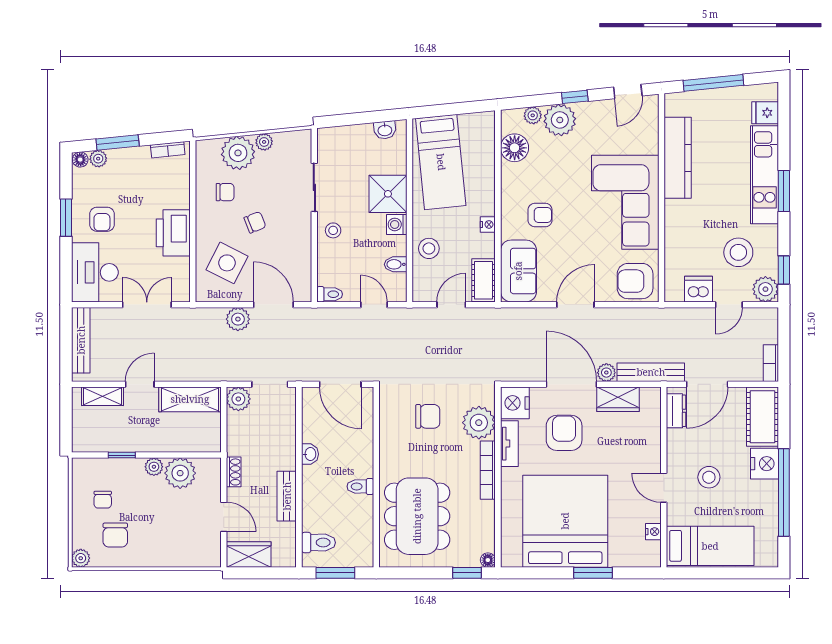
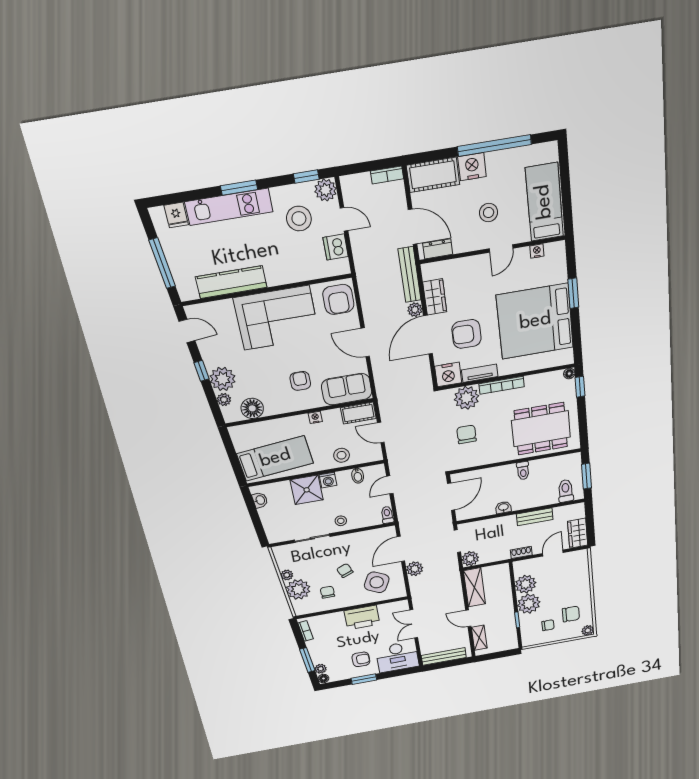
plant: (154, 467) -> (529, 604), width x1.88, depth x1.88

